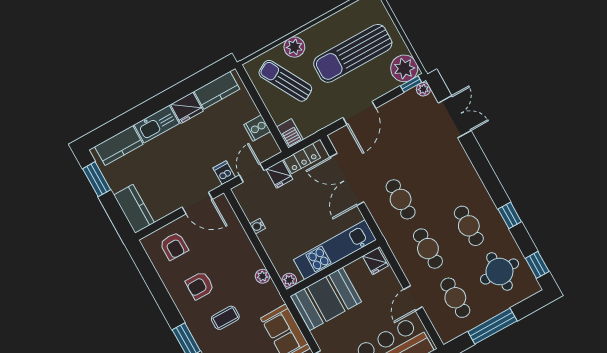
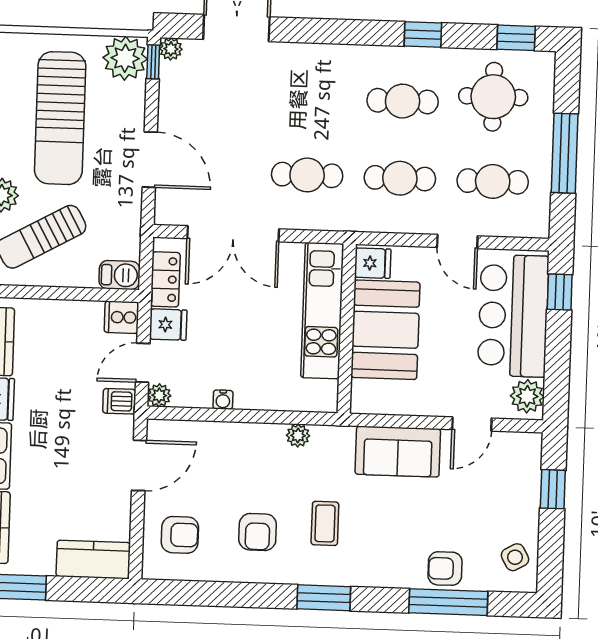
cooker: (257, 128) -> (122, 317), moved, turned 90
door: (252, 173) -> (143, 363), hinge flipped
plant: (289, 280) -> (159, 395), moved
booth: (326, 299) -> (385, 330), moved

